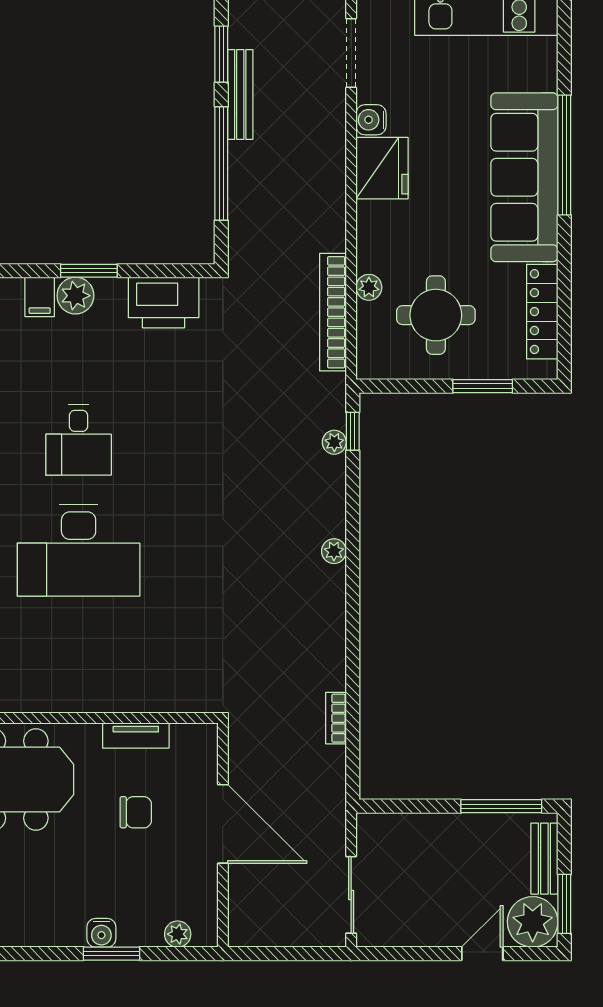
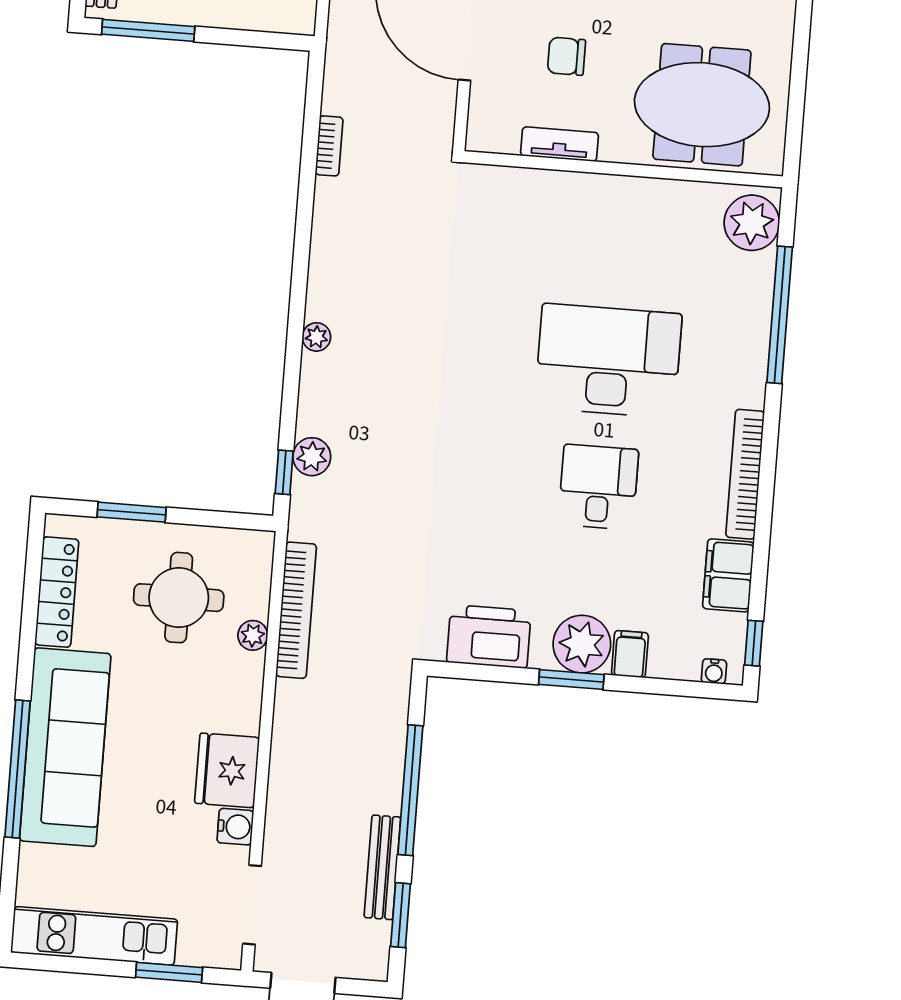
plant: (75, 296) -> (582, 644), width x1.36, depth x1.36
plant: (334, 442) -> (312, 457), width x1.38, depth x1.38

